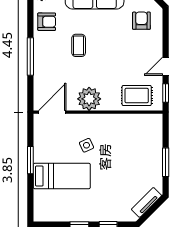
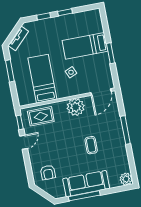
armchair: (47, 22) -> (118, 158), removed
bed: (125, 144) -> (42, 79), added

